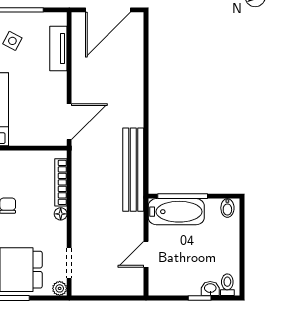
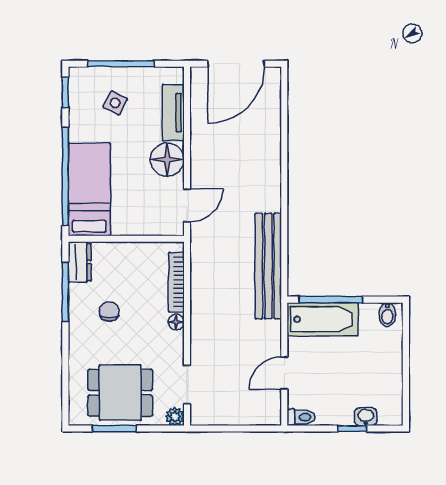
floor lamp: (54, 86) -> (167, 160), added
door: (69, 122) -> (187, 205), width x0.73
toilet: (227, 285) -> (301, 417), moved, turned 90

